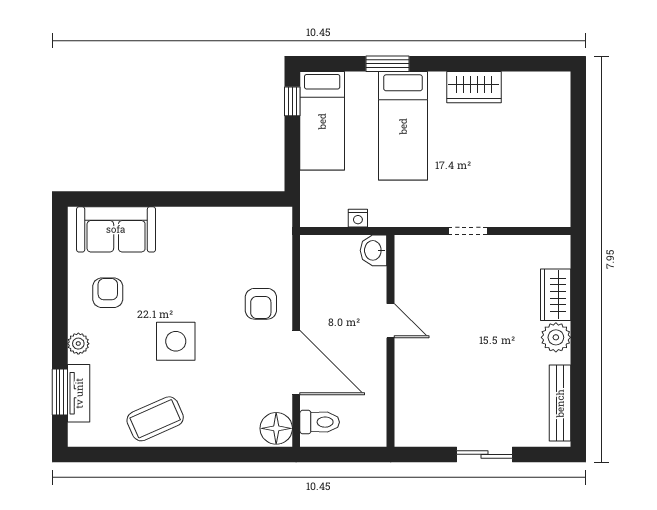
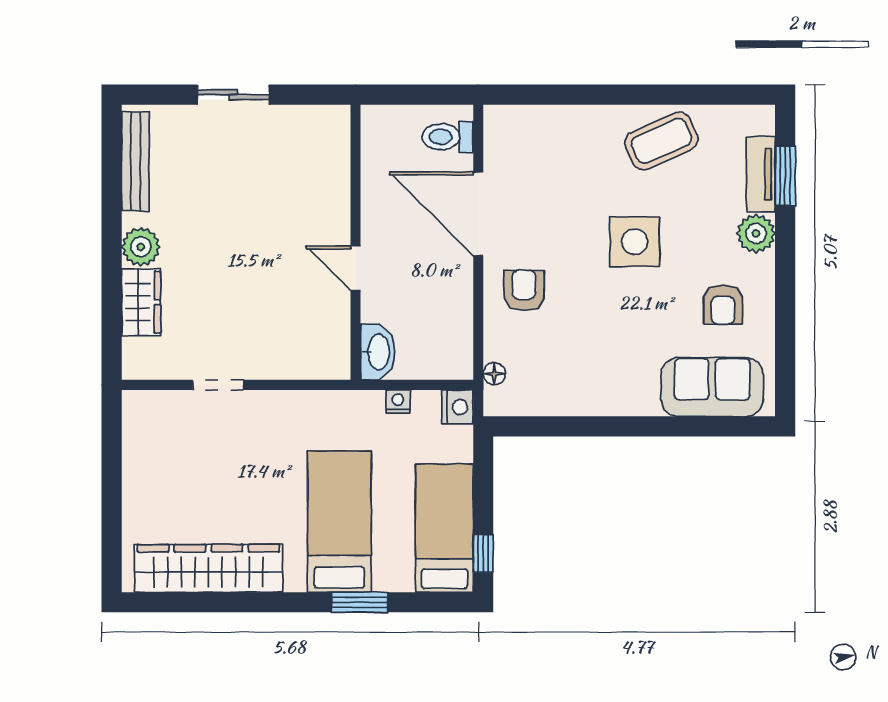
wardrobe: (474, 87) -> (208, 568), width x2.10, depth x1.17
nightstand: (312, 214) -> (458, 407), added
doorway: (468, 231) -> (218, 385), moved
washbasin: (374, 250) -> (378, 352), width x1.38
plant: (78, 344) -> (756, 233), width x1.38, depth x1.38
floor lamp: (276, 428) -> (494, 374), moved, width x0.53, depth x0.53

